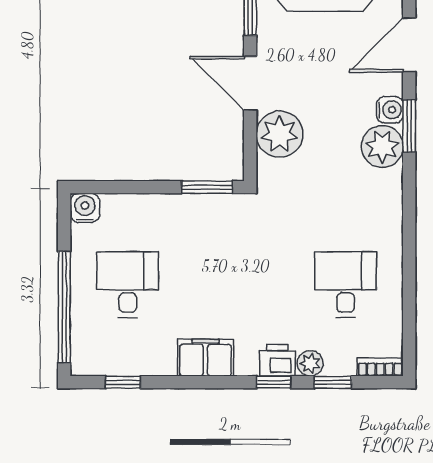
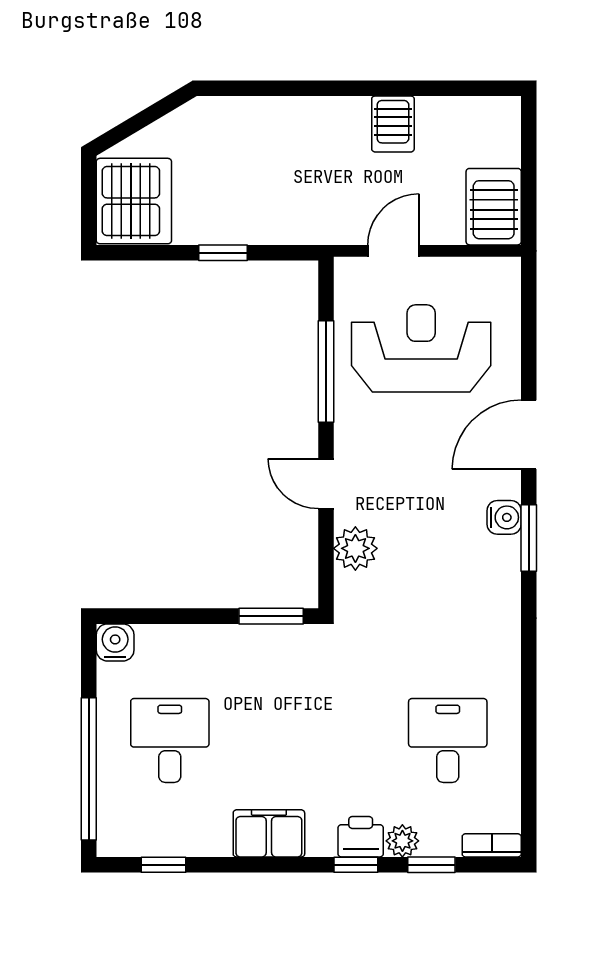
door: (250, 83) -> (326, 484), width x0.73
plant: (280, 134) -> (355, 548), width x0.73, depth x0.73
plant: (382, 146) -> (494, 564), removed

